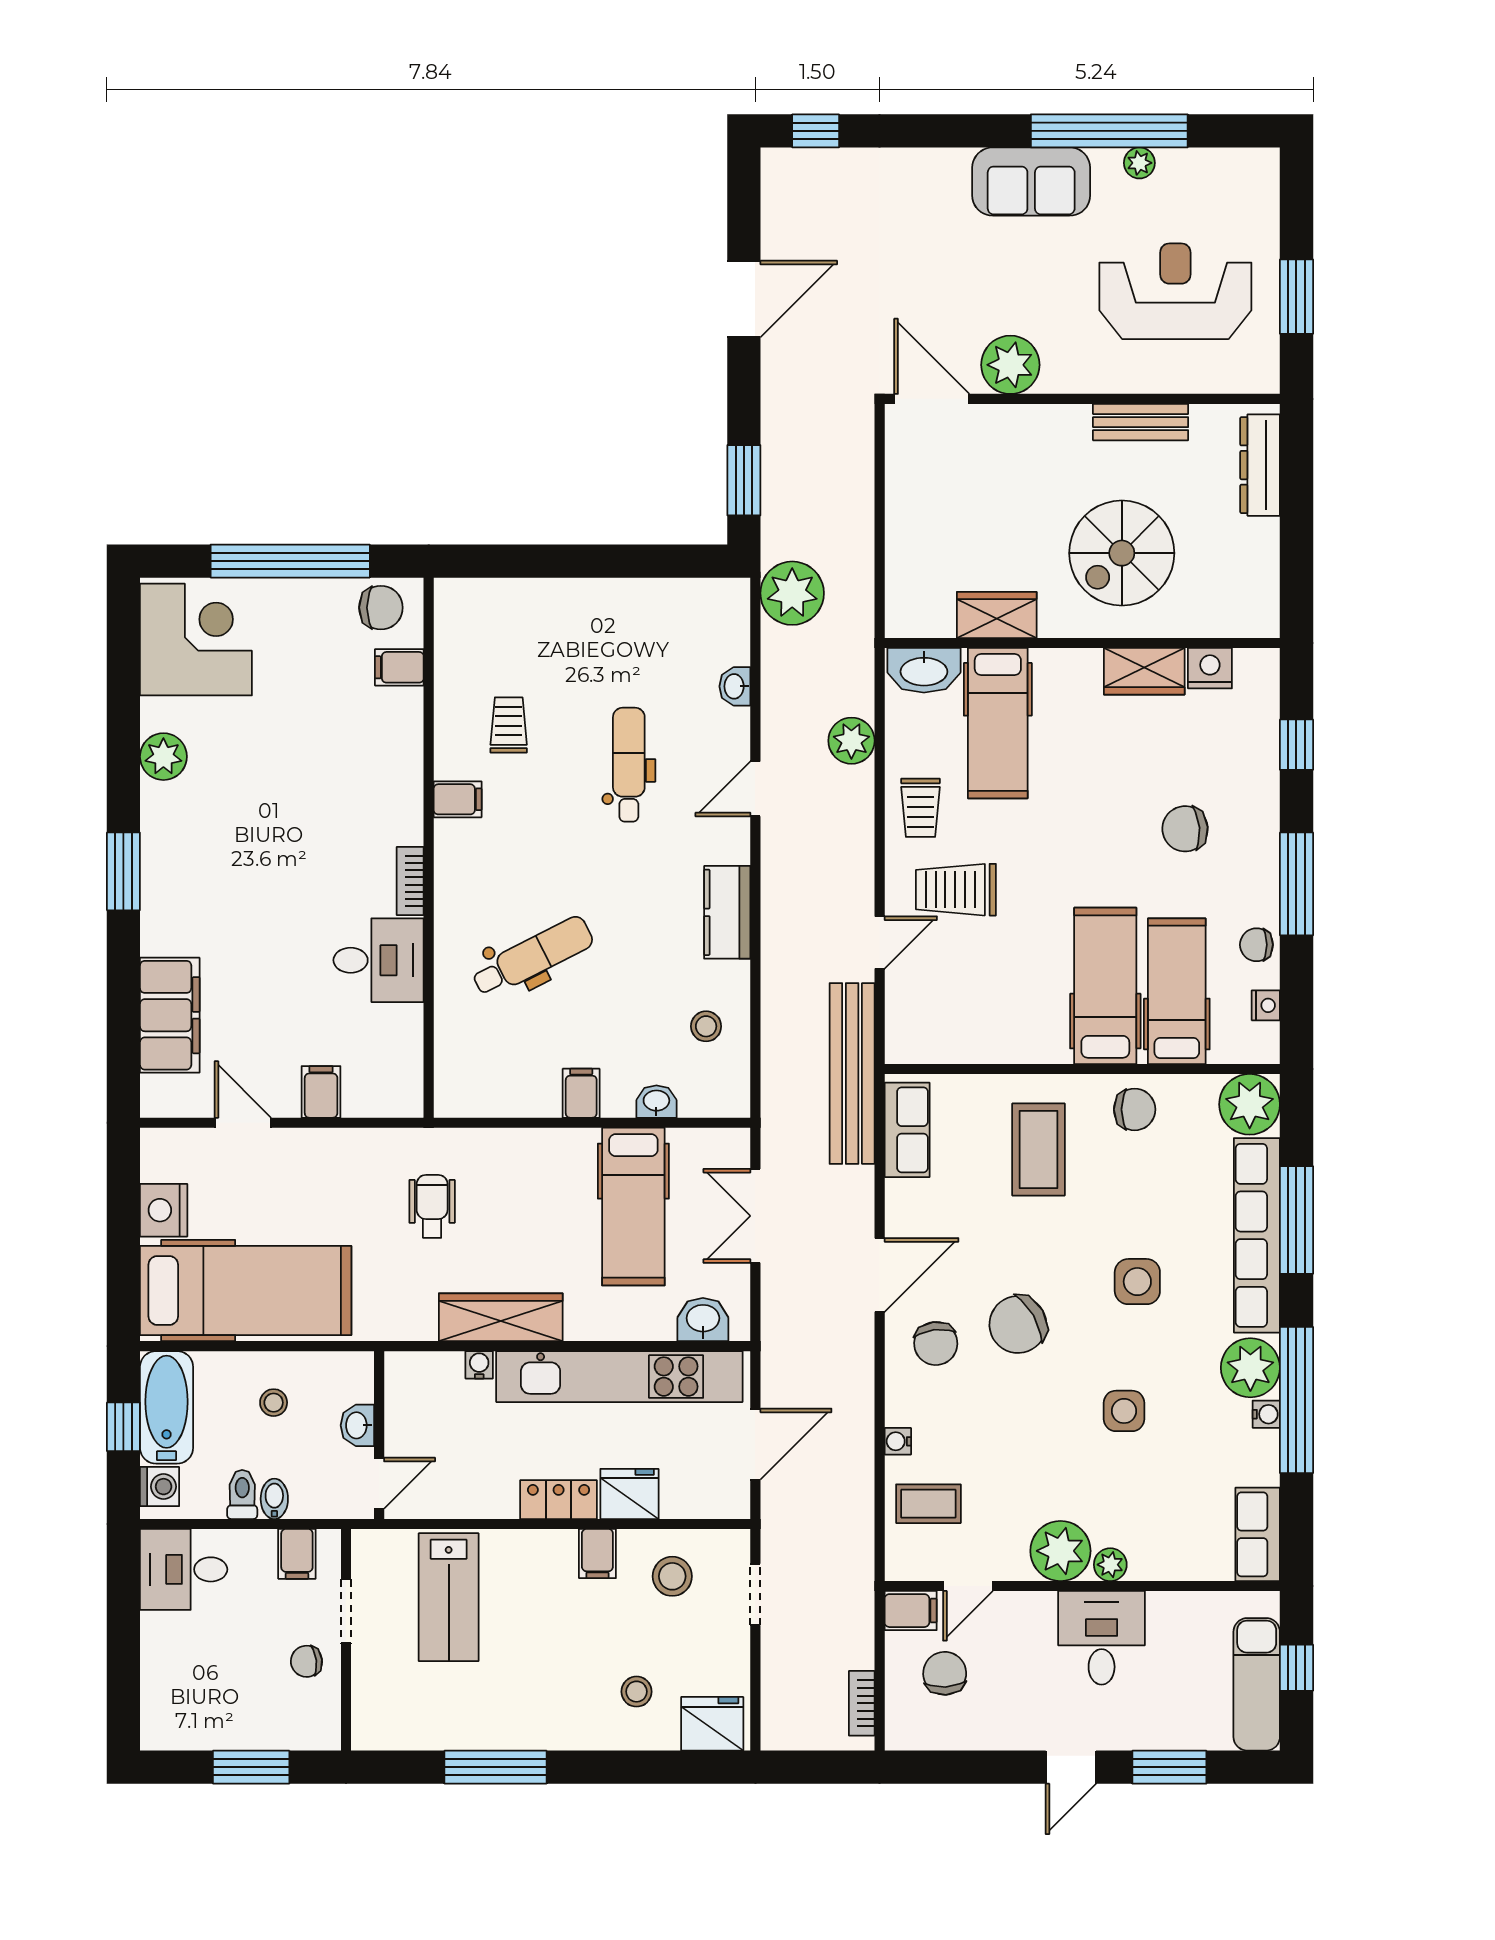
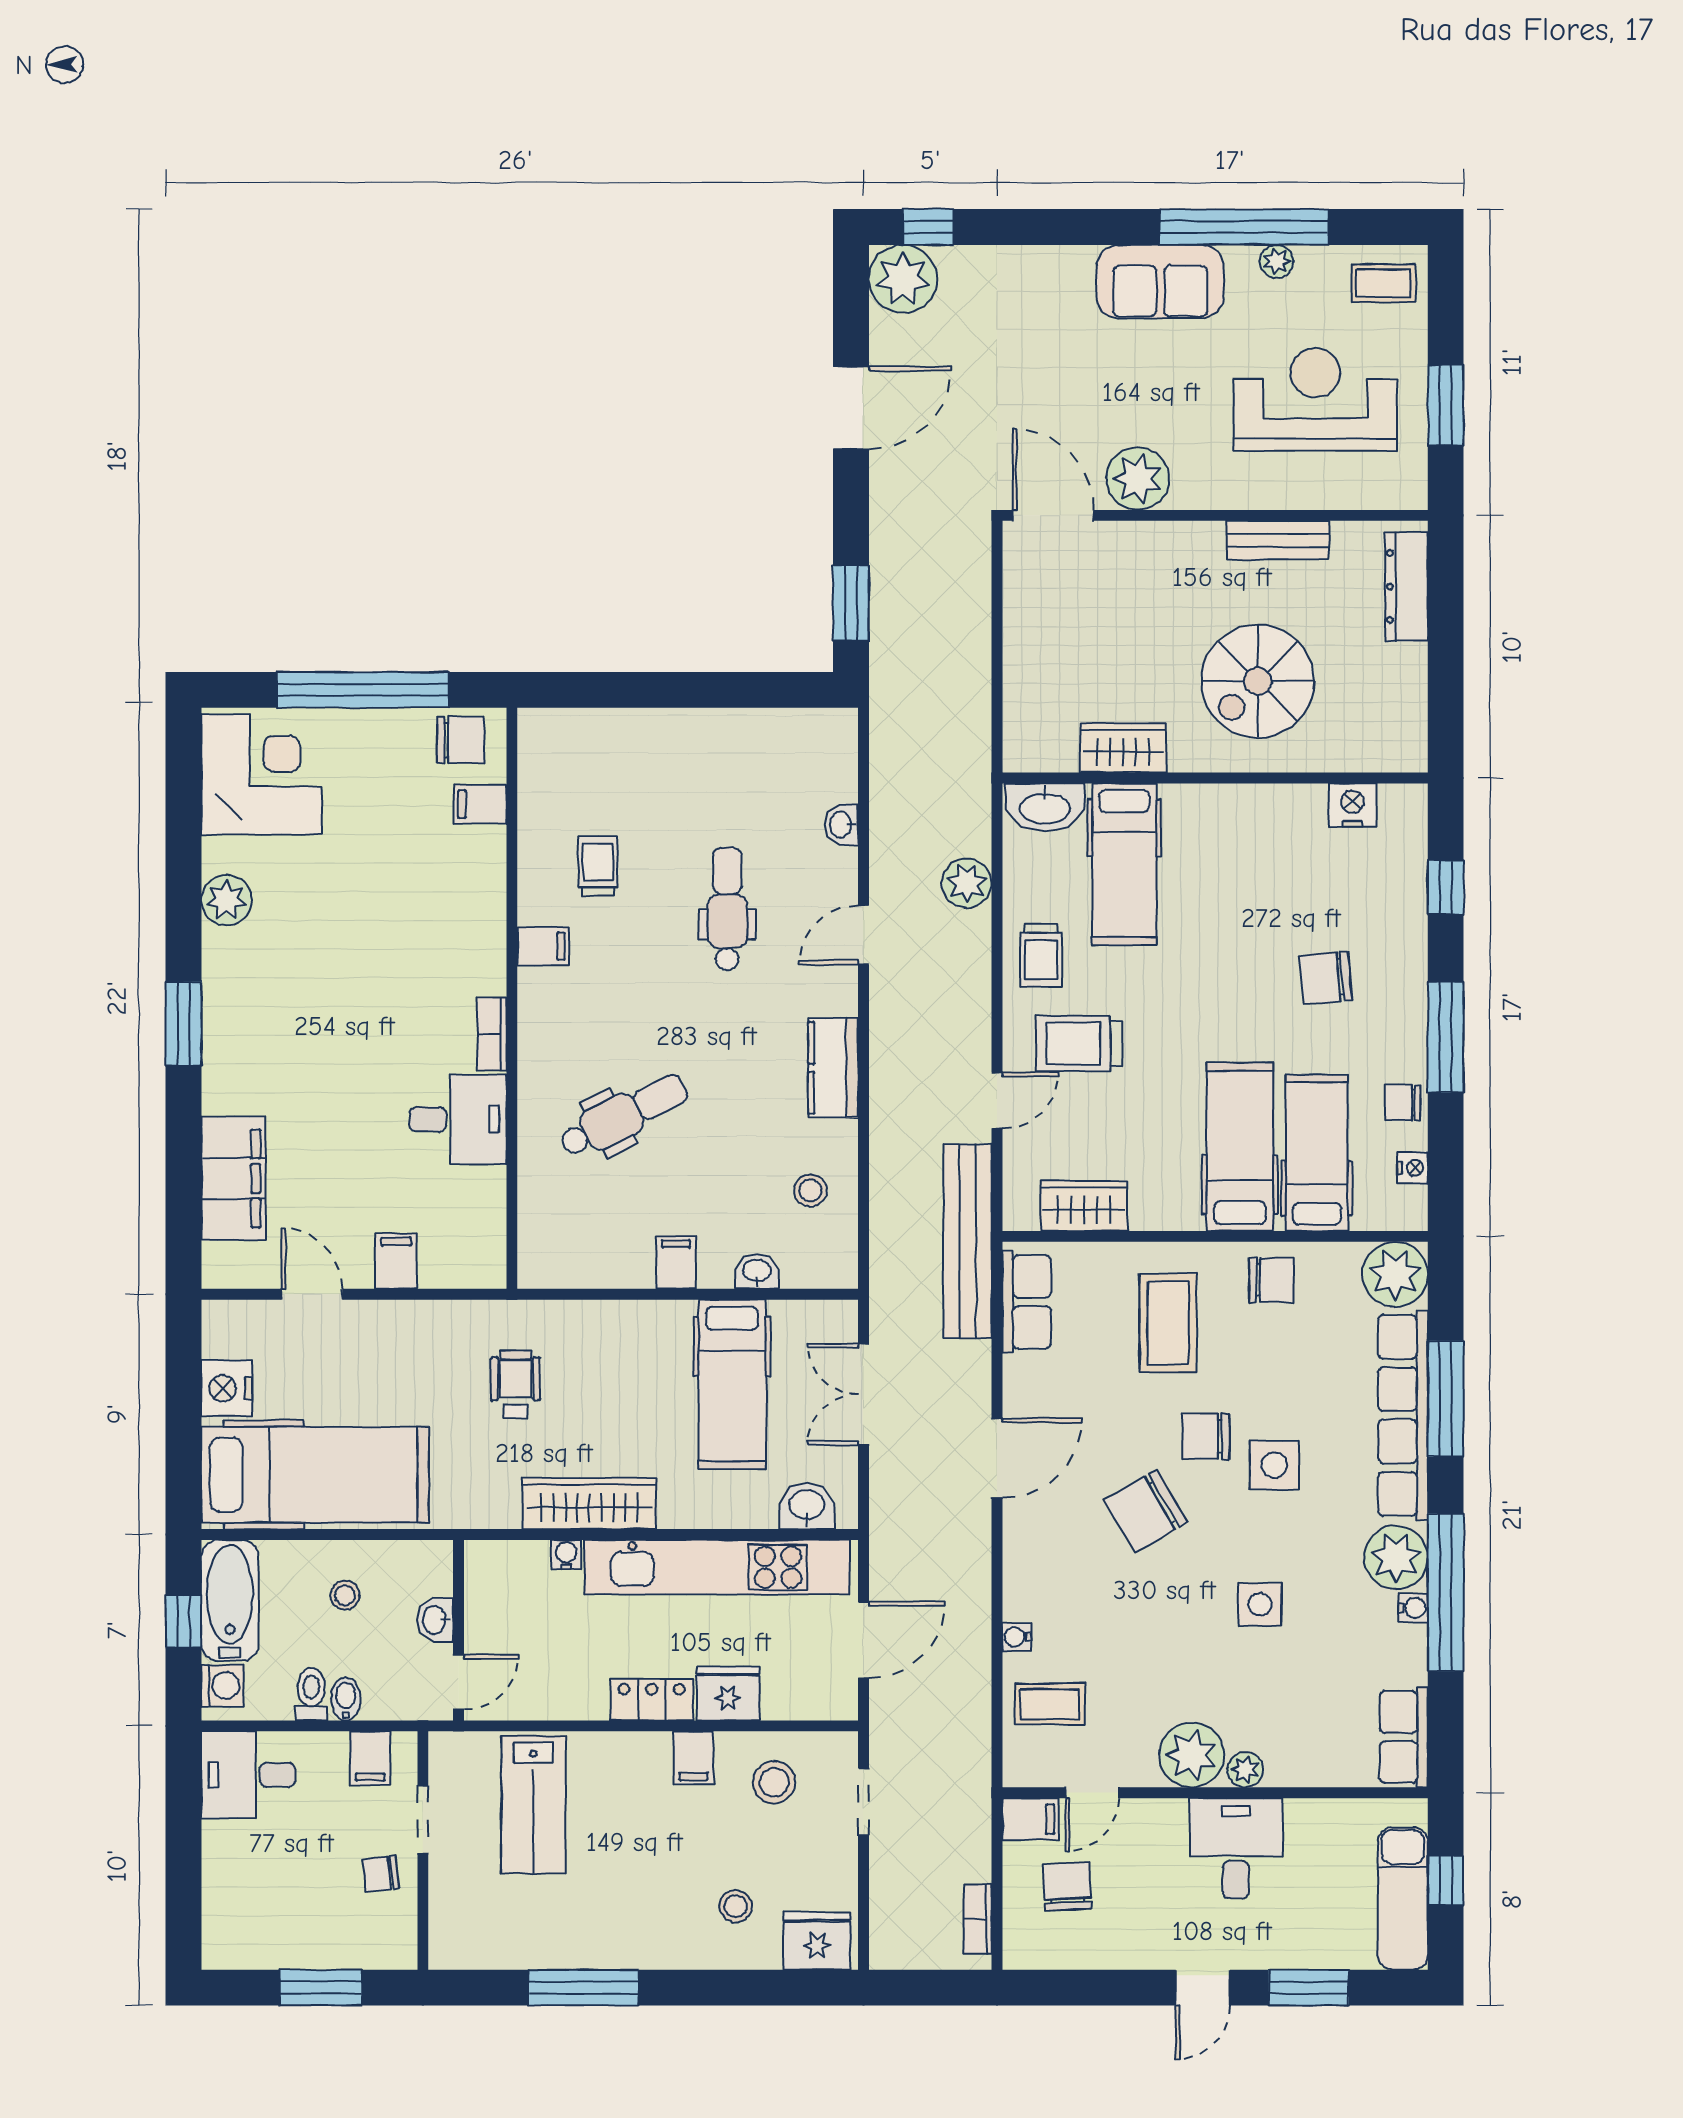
coffee table: (1239, 183) -> (1383, 283), added
plant: (792, 593) -> (903, 279), moved
wardrobe: (1144, 671) -> (1084, 1206), moved, turned 180
chair: (936, 1343) -> (1206, 1436), moved, turned 97

